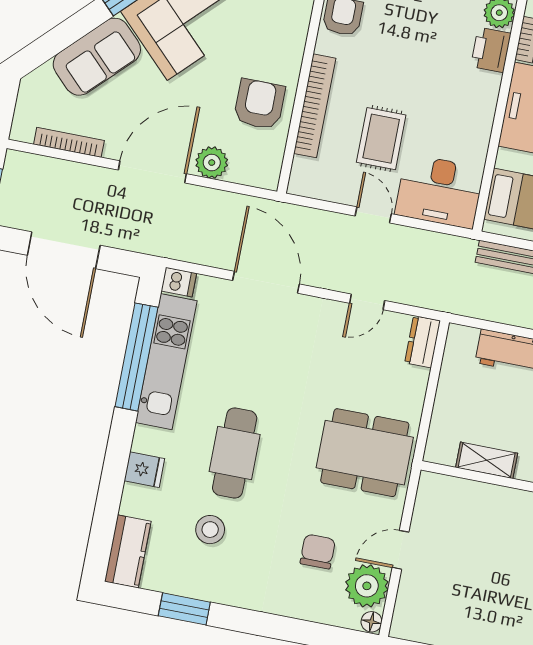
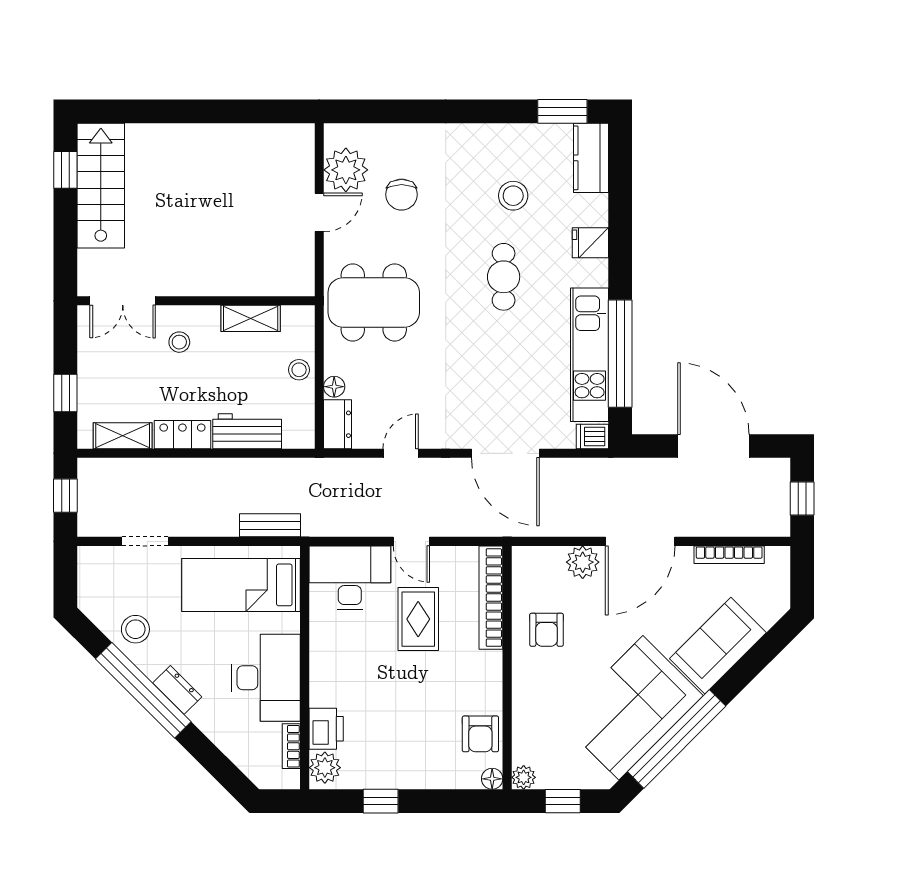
armchair: (259, 104) -> (546, 630), width x0.72, depth x0.72
bookcase: (315, 106) -> (491, 598), moved
stool: (450, 402) -> (299, 370), added
cafe table: (235, 453) -> (504, 277), width x0.73, depth x0.74
window: (184, 609) -> (562, 111), moved
floor lamp: (371, 622) -> (334, 387), moved

